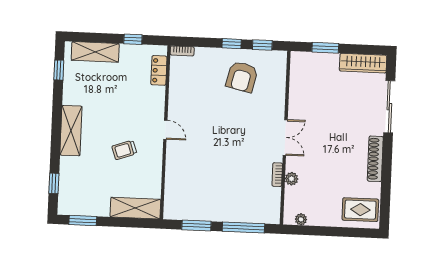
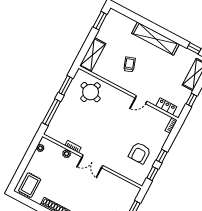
armchair: (242, 77) -> (140, 153), turned -103
door: (165, 130) -> (141, 100), moved
shelving: (71, 131) -> (155, 39), width x1.47
window: (54, 183) -> (130, 14), removed
round table: (189, 186) -> (91, 92), added

